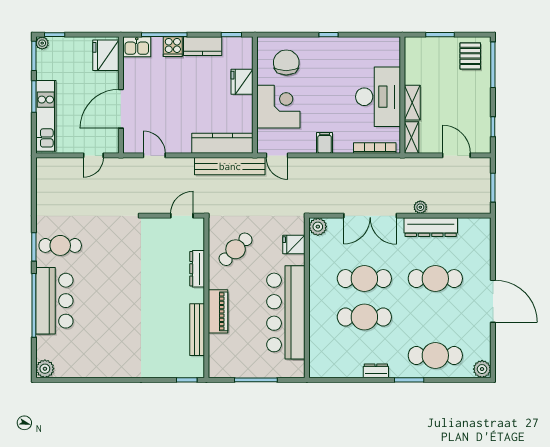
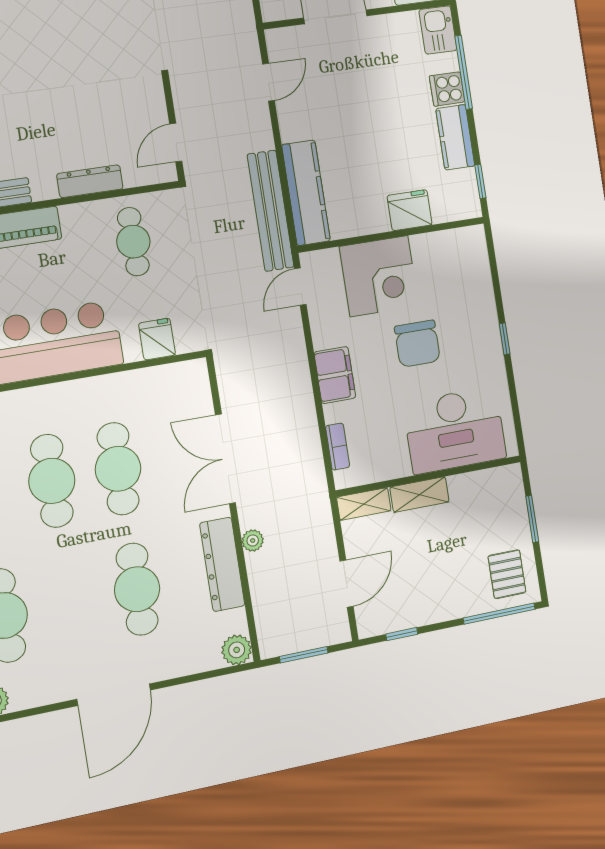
pallet: (470, 56) -> (507, 574), turned 90
chair: (286, 63) -> (417, 344), moved, turned 90
desk: (378, 97) -> (455, 430), moved
filing cabinet: (325, 143) -> (335, 375), width x2.00
bookcase: (375, 148) -> (338, 447), width x0.64
door: (182, 216) -> (176, 143), swing flipped
plant: (318, 227) -> (237, 650), moved
cafe table: (236, 249) -> (133, 242), turned 44

